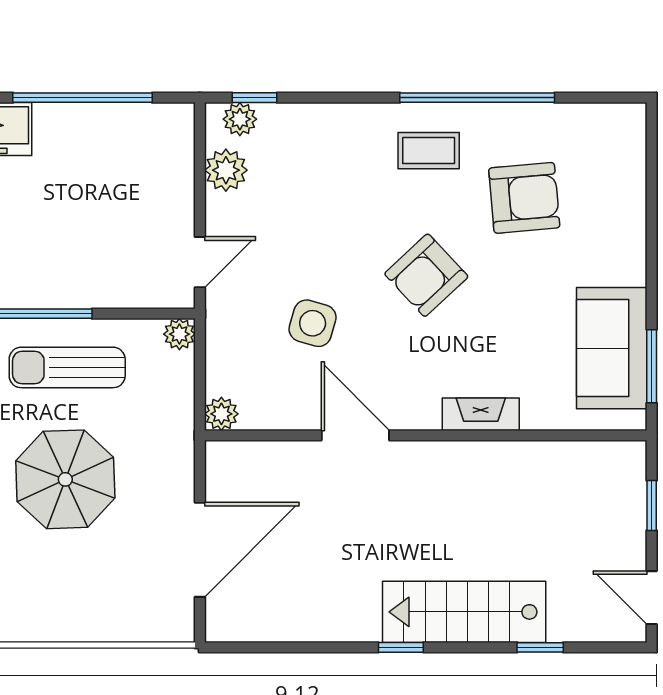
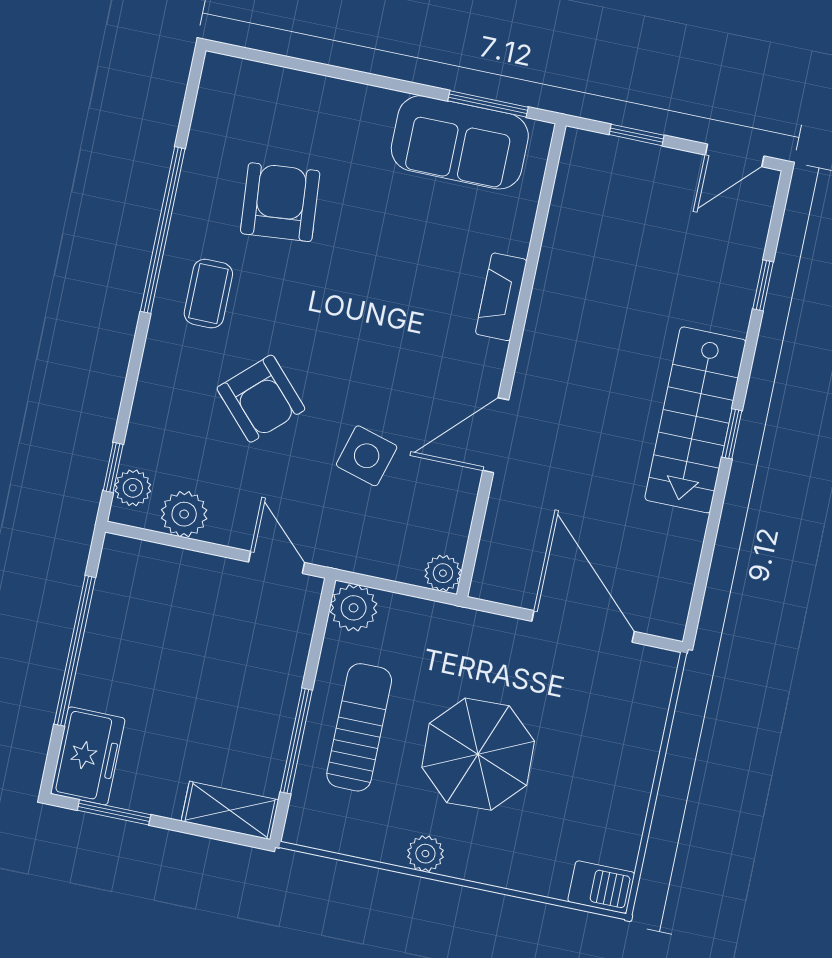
armchair: (426, 275) -> (261, 399), moved
plant: (179, 334) -> (354, 608), width x1.38, depth x1.38
sun lounger: (67, 367) -> (359, 727), turned 180
stairs: (464, 612) -> (695, 420), moved

